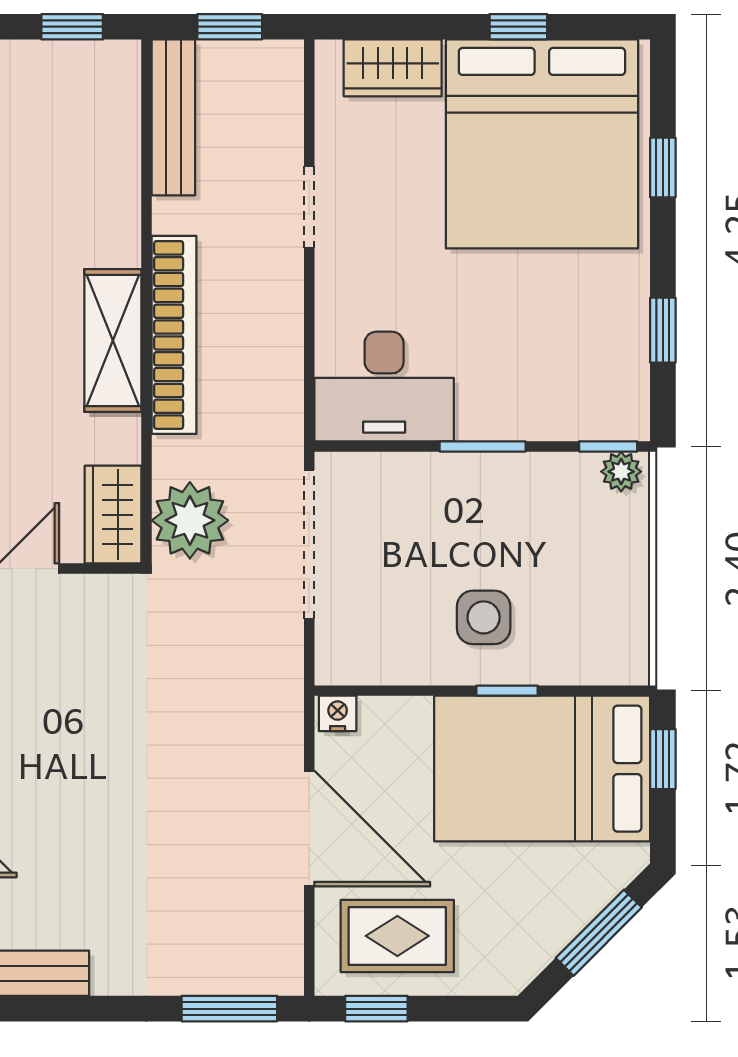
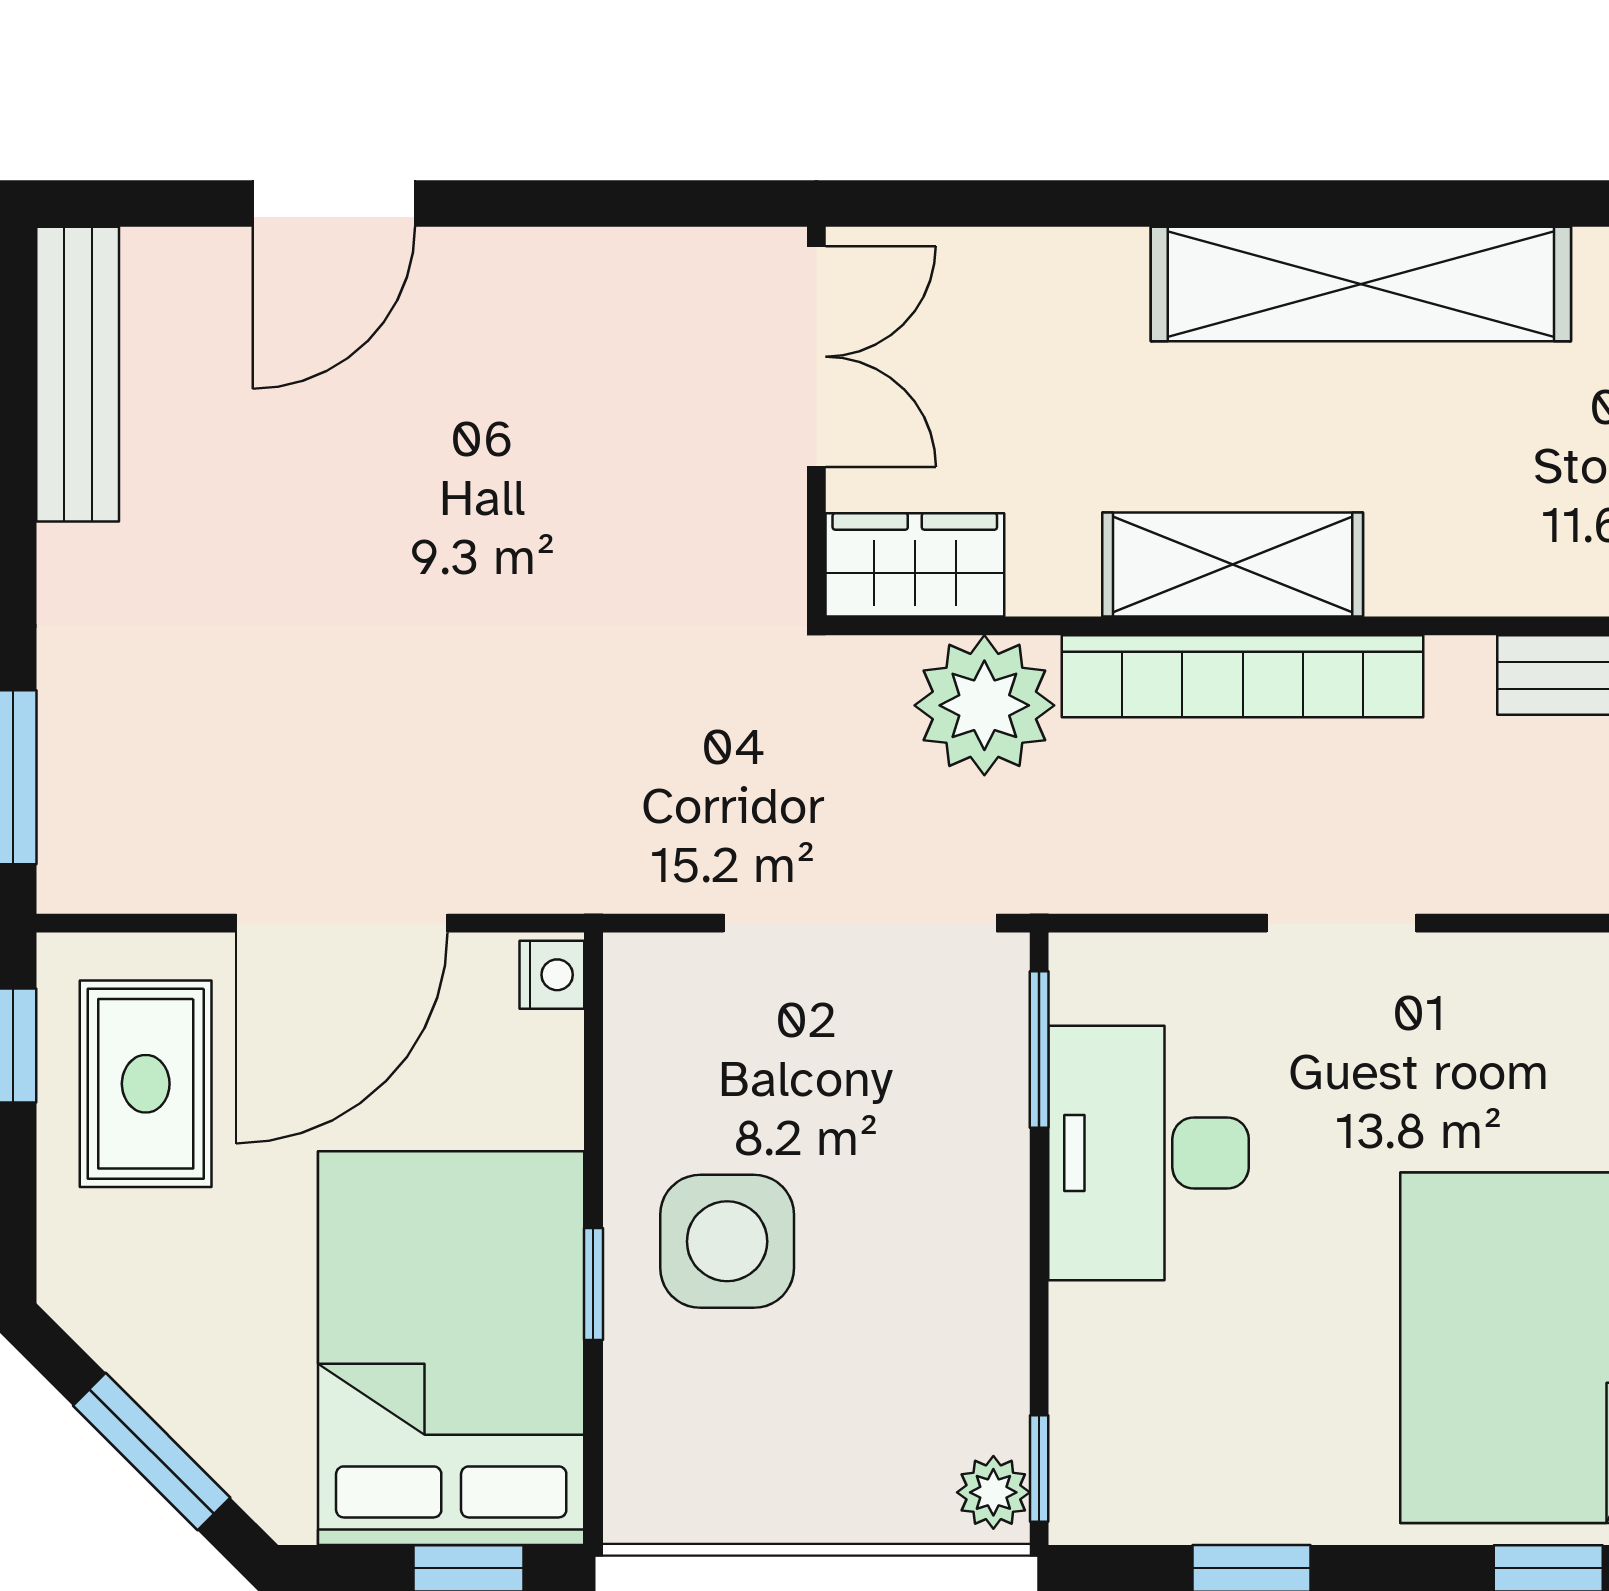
doorway: (309, 207) -> (1341, 923), moved
desk: (384, 387) -> (1148, 1153), moved
window: (483, 446) -> (1039, 1050), moved
plant: (190, 520) -> (984, 705), moved
side table: (484, 617) -> (727, 1241), width x1.37, depth x1.37

